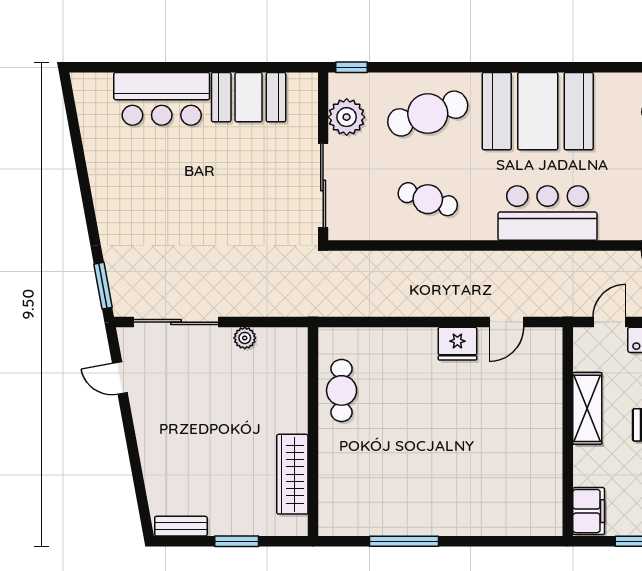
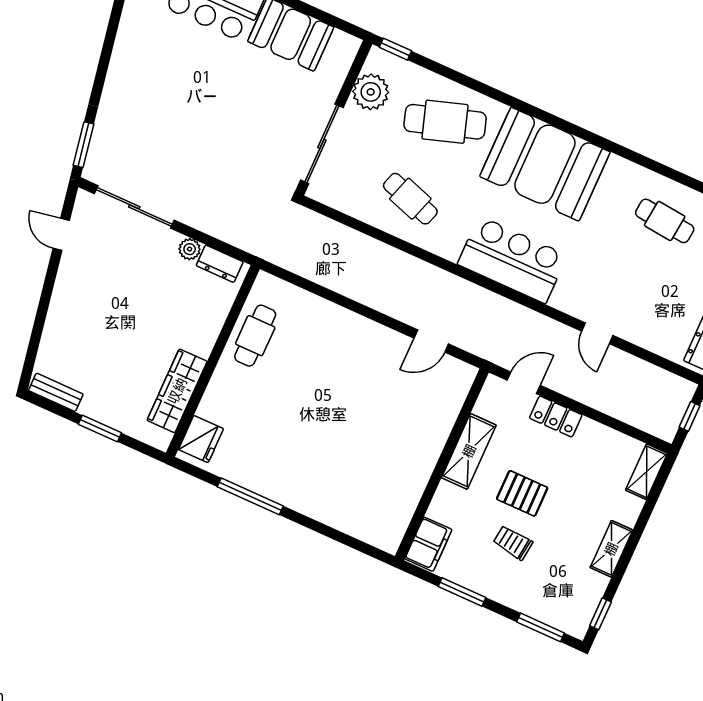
dresser: (279, 339) -> (220, 264), added
fridge: (457, 344) -> (201, 439), moved, turned -90

